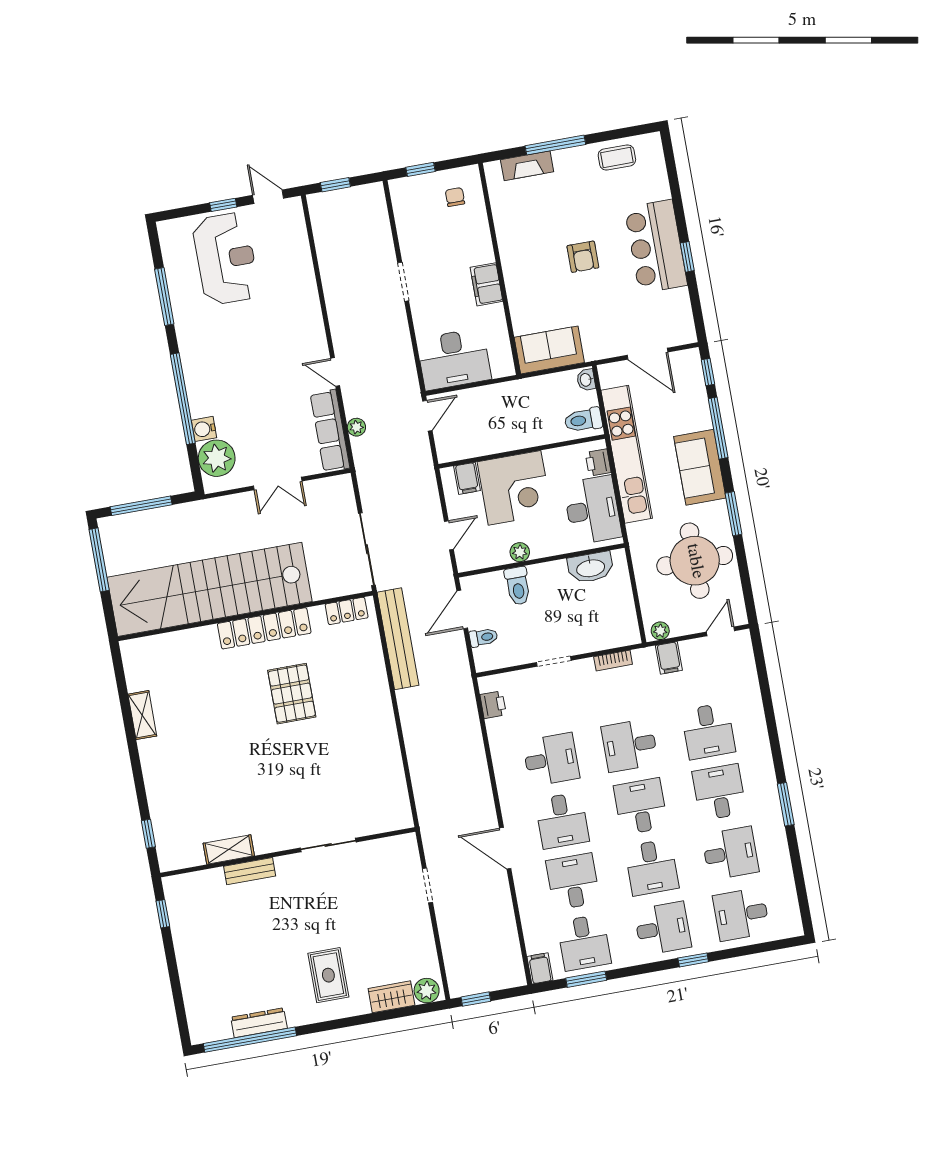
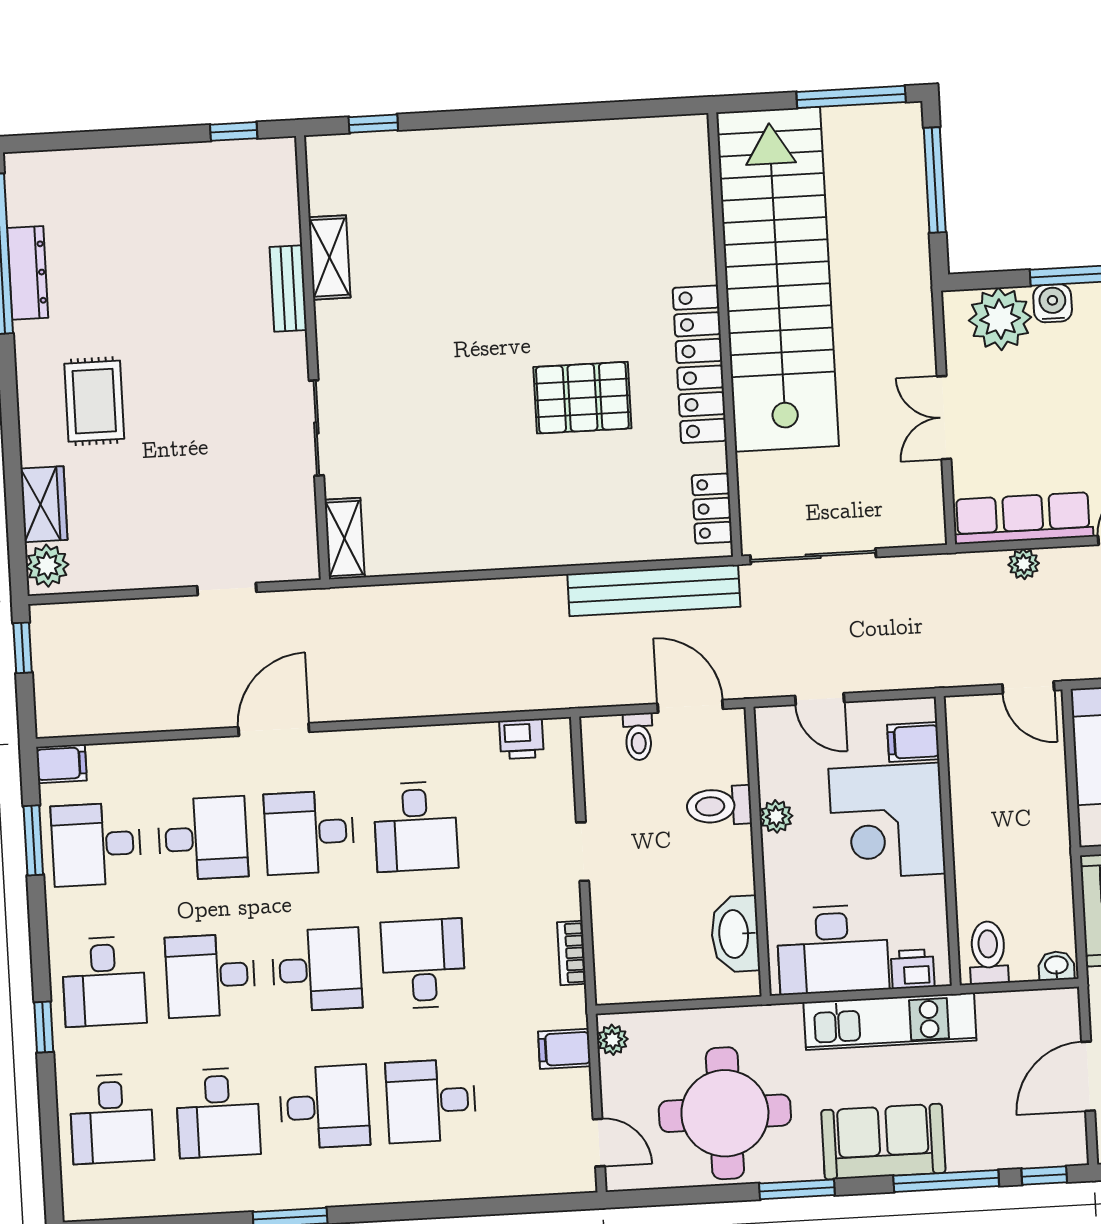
kitchen unit: (627, 454) -> (890, 1021), width x0.73
shelving: (142, 715) -> (345, 538), moved, turned 90
desk: (741, 914) -> (112, 1119), turned 180
rug: (328, 975) -> (94, 401), turned 90

